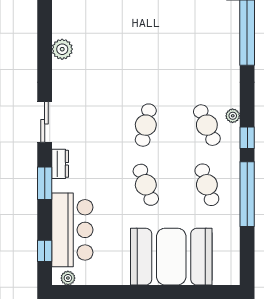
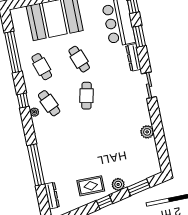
dresser: (60, 164) -> (133, 57), width x1.44
window: (45, 183) -> (139, 36), moved
window: (247, 194) -> (13, 52), moved

